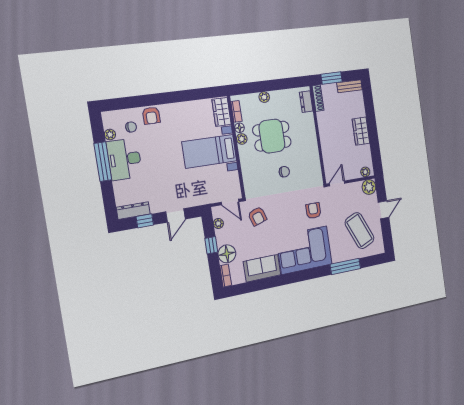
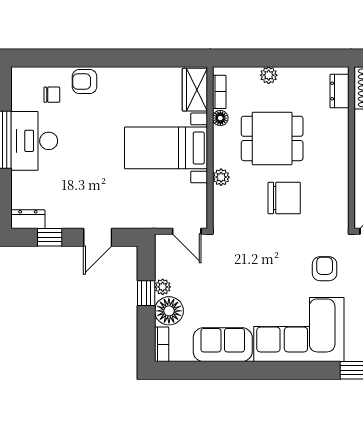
armchair: (151, 116) -> (85, 82), turned 90
plant: (110, 135) -> (19, 102), removed
plant: (242, 139) -> (221, 177), moved
chair: (284, 172) -> (284, 198), width x1.87, depth x1.87
dresser: (133, 211) -> (28, 219), width x0.70
armchair: (257, 216) -> (228, 261), removed
plant: (218, 223) -> (163, 287), moved

